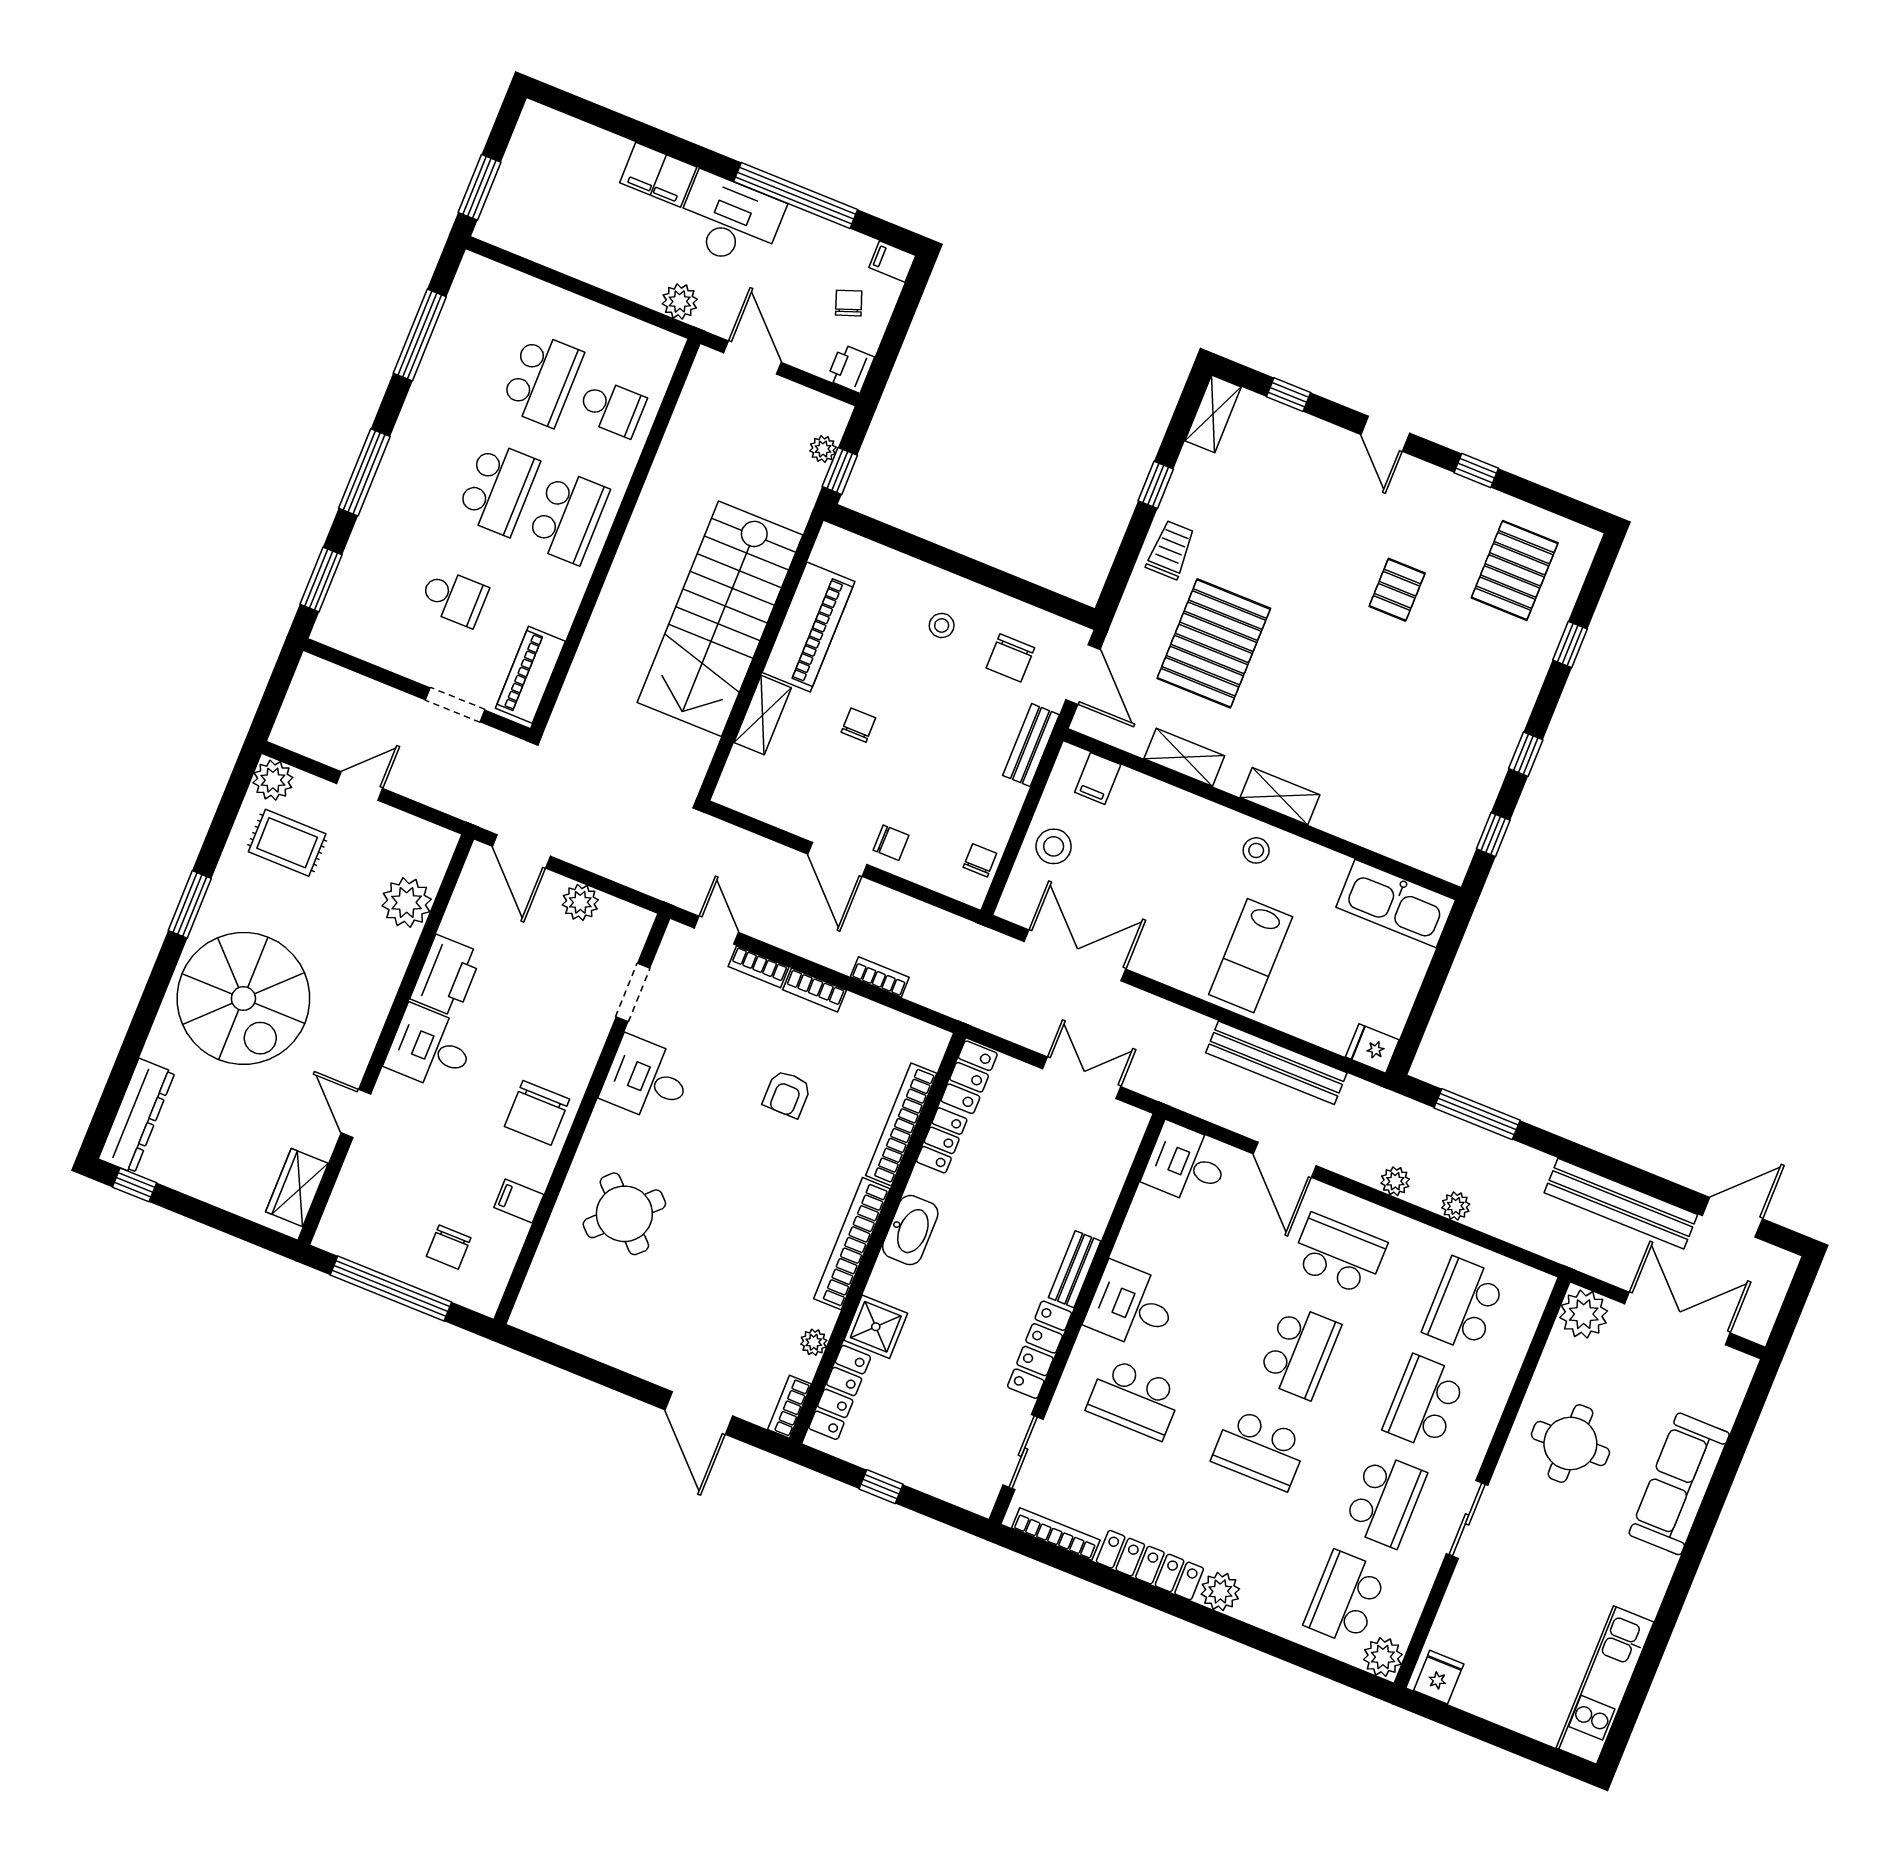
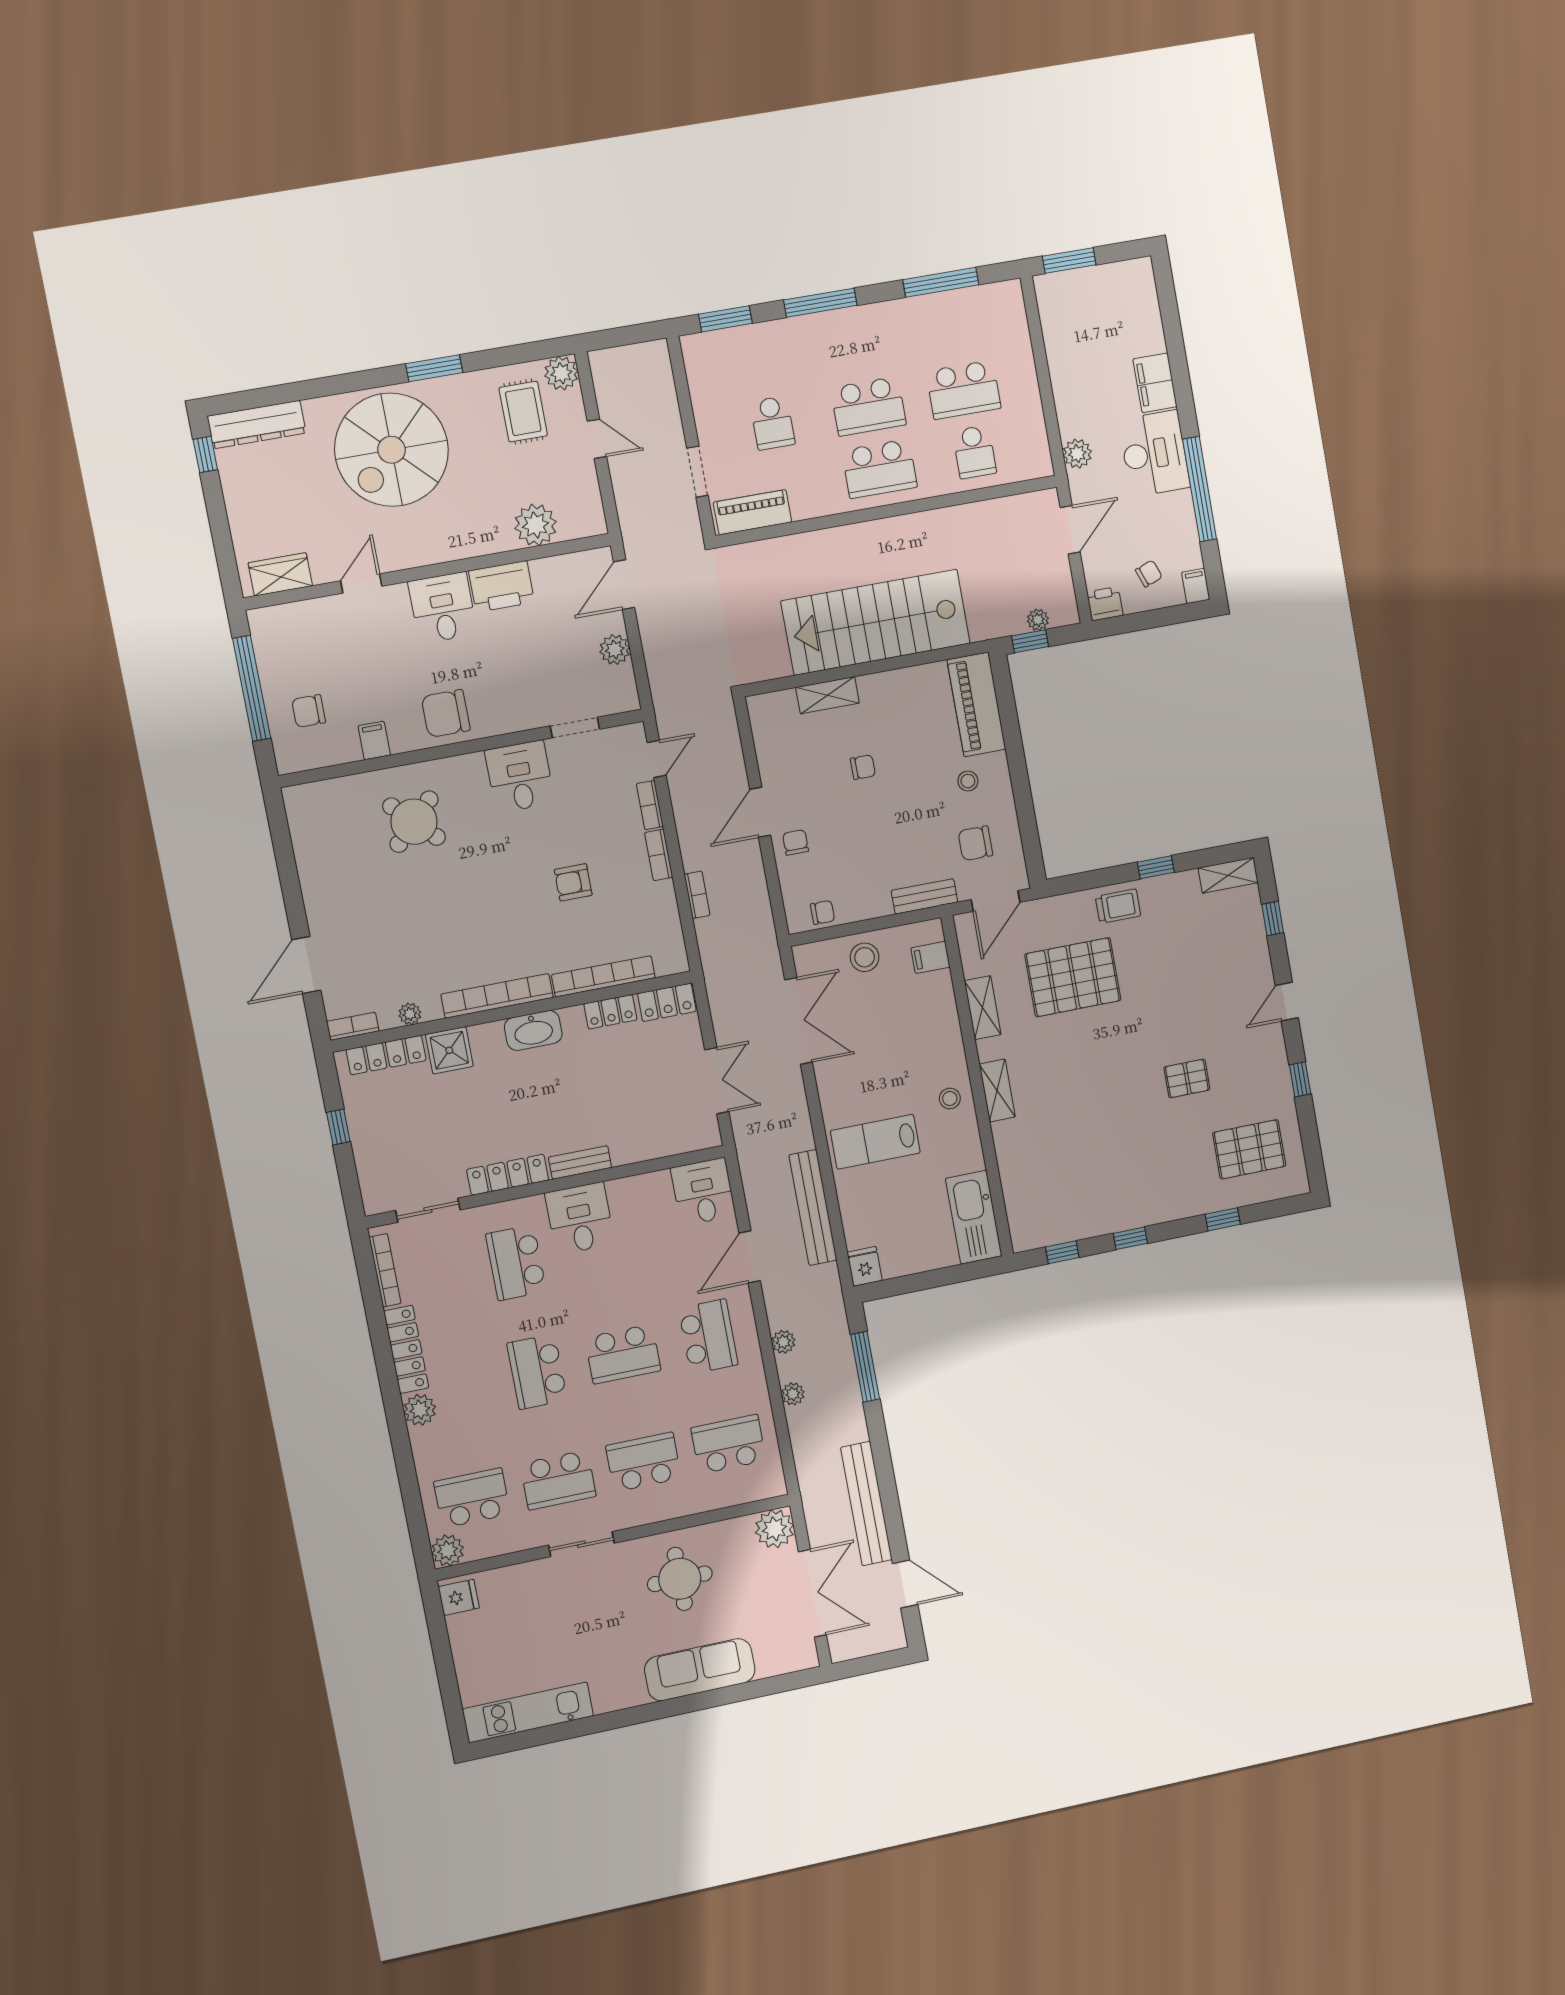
piano: (809, 627) -> (976, 704), moved, turned 90
chair: (891, 843) -> (796, 842), turned 180

